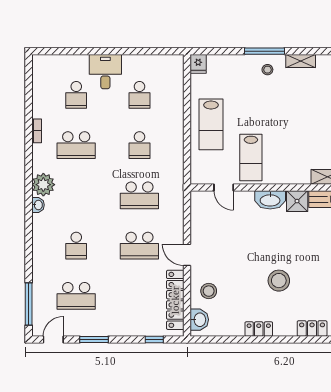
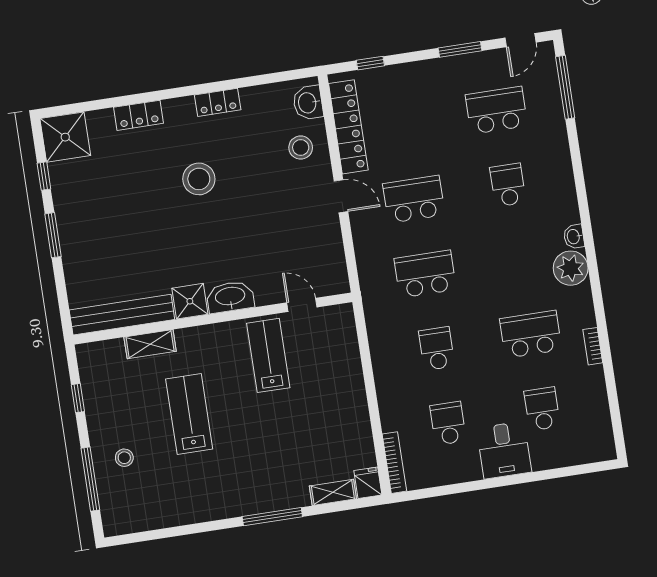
shelving: (301, 61) -> (333, 492), moved
stool: (267, 70) -> (264, 490), removed
bookcase: (179, 74) -> (394, 463), added
lab bench: (211, 124) -> (189, 414), moved

